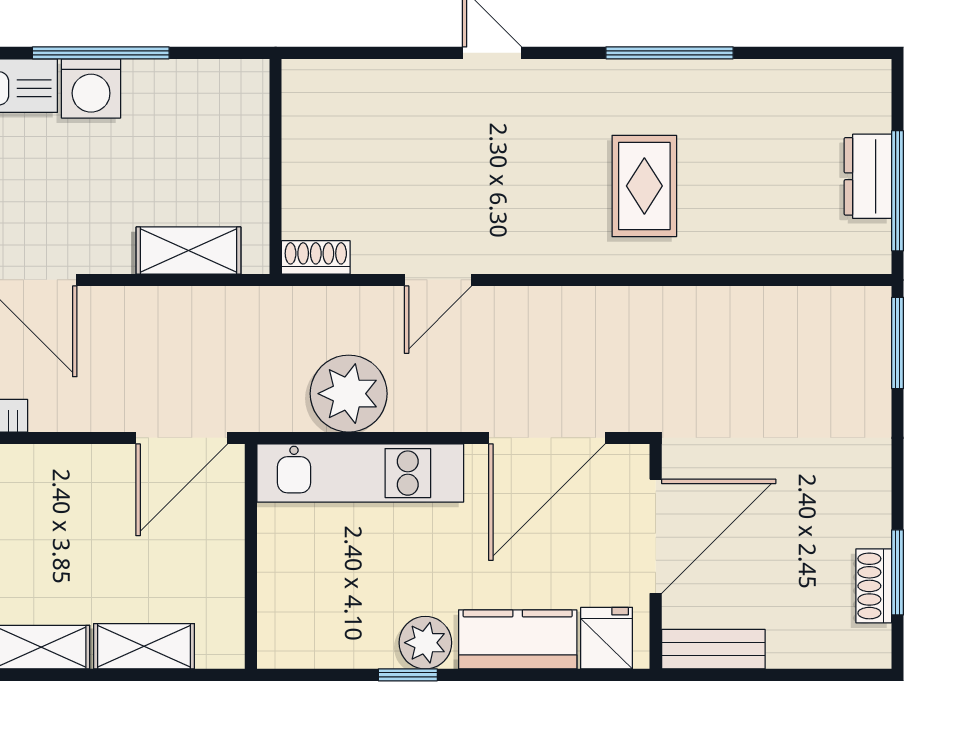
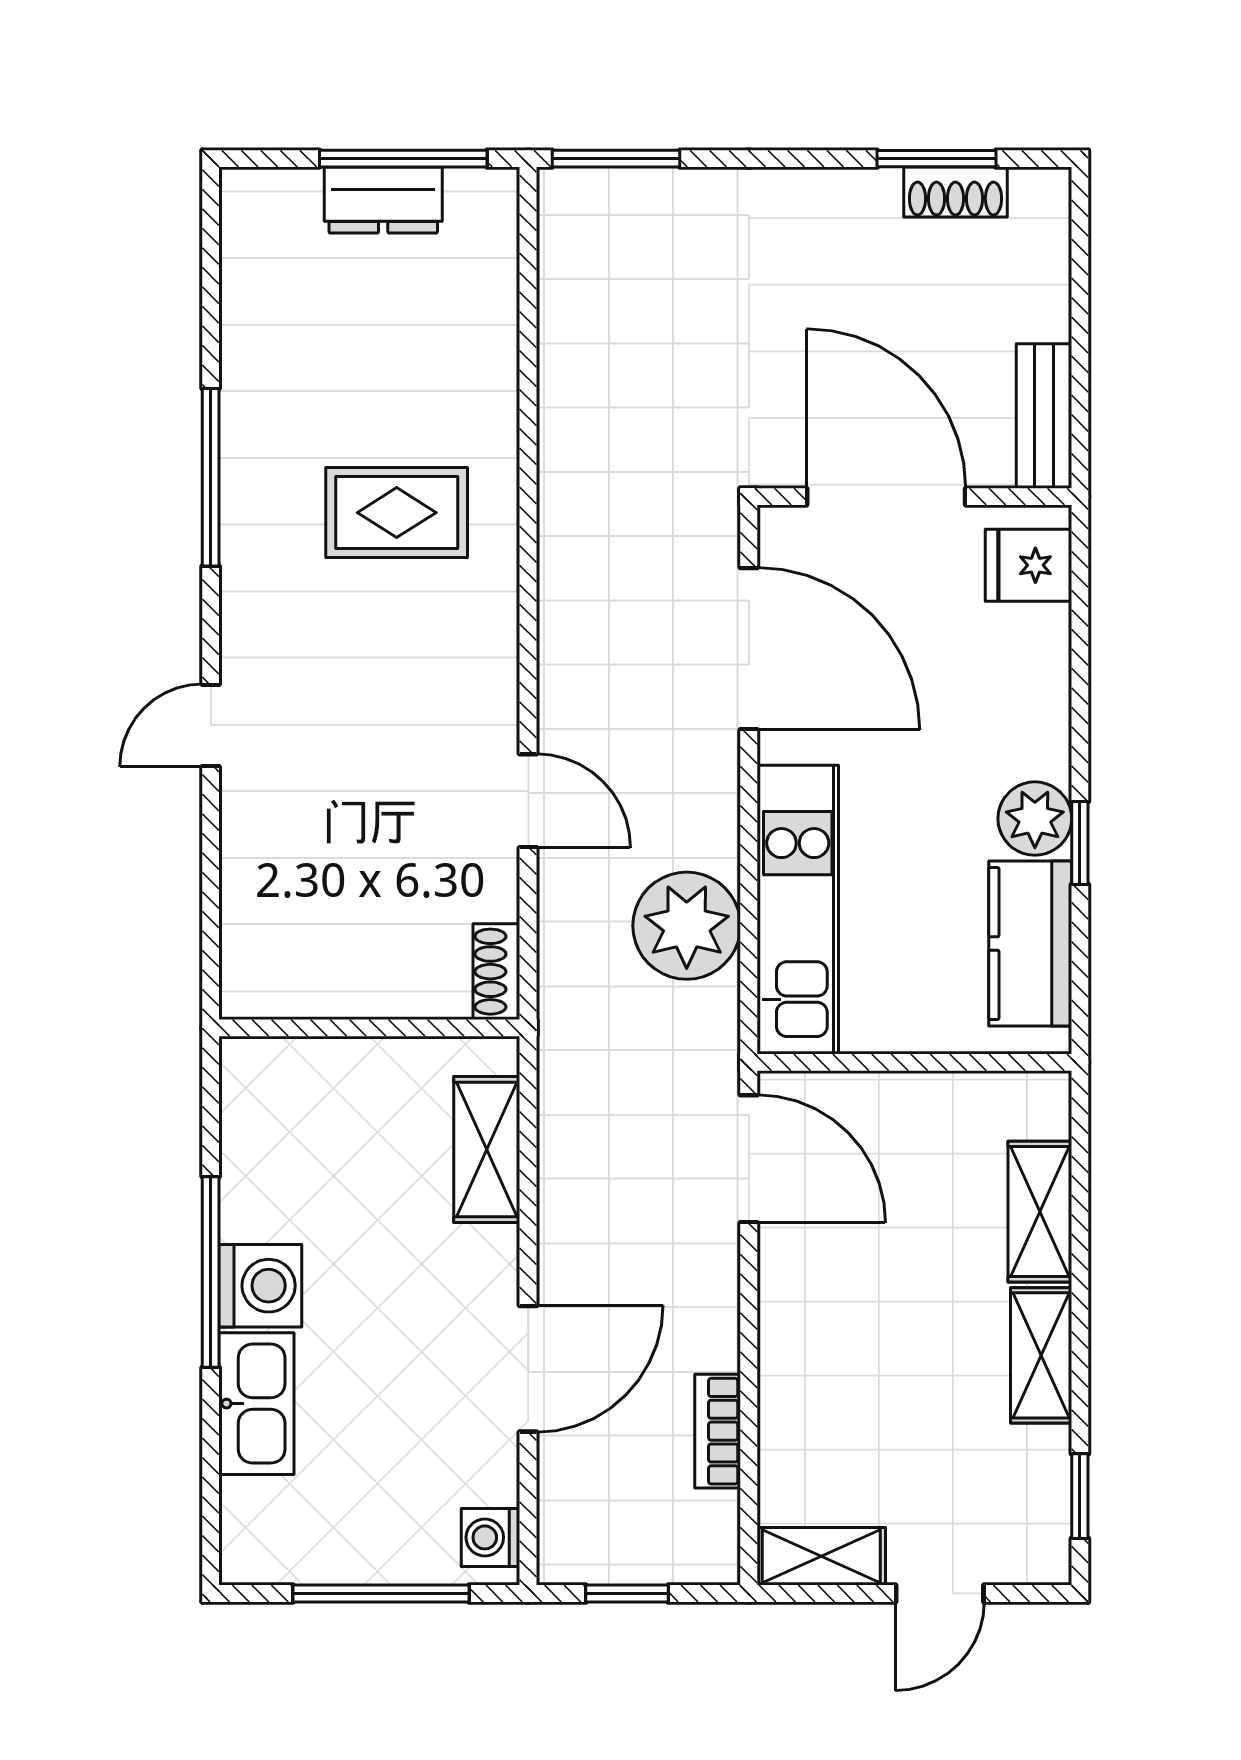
kitchen counter: (518, 639) -> (1030, 943), moved

